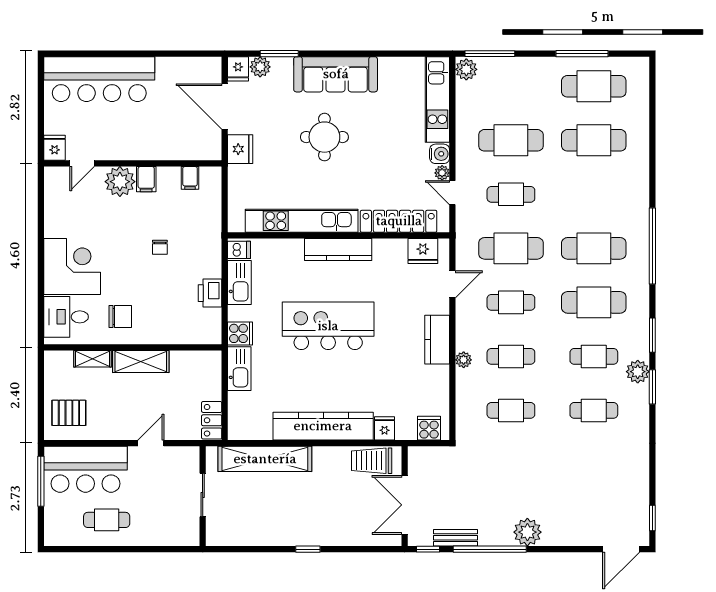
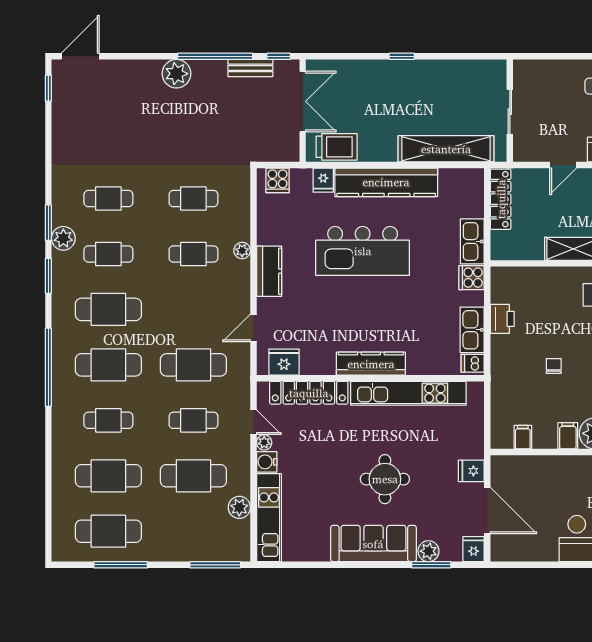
plant: (260, 67) -> (428, 551), moved
plant: (466, 69) -> (239, 507), moved
fridge: (240, 149) -> (471, 471), width x0.72
cafe table: (511, 302) -> (108, 420), moved
kitchen island: (328, 326) -> (363, 251), moved
locker: (212, 420) -> (501, 199), width x1.53

